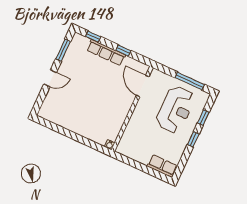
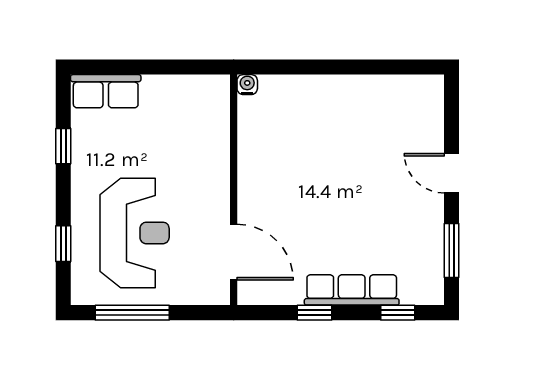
door: (50, 78) -> (452, 173), hinge flipped
reception desk: (176, 110) -> (135, 233), turned 180
window: (193, 139) -> (63, 146), moved

